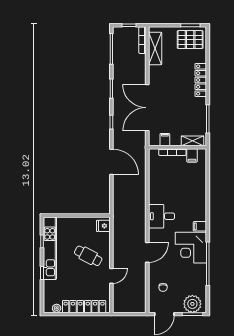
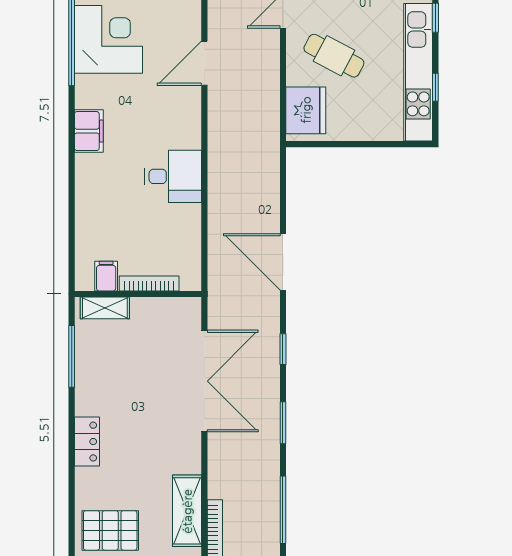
locker: (201, 80) -> (87, 442), width x0.66
filing cabinet: (165, 140) -> (166, 311), removed
desk: (161, 216) -> (173, 176), moved
fridge: (103, 226) -> (306, 110), width x1.88, depth x1.34
filing cabinet: (200, 226) -> (89, 131), width x2.00
corner desk: (191, 248) -> (109, 39), moved

